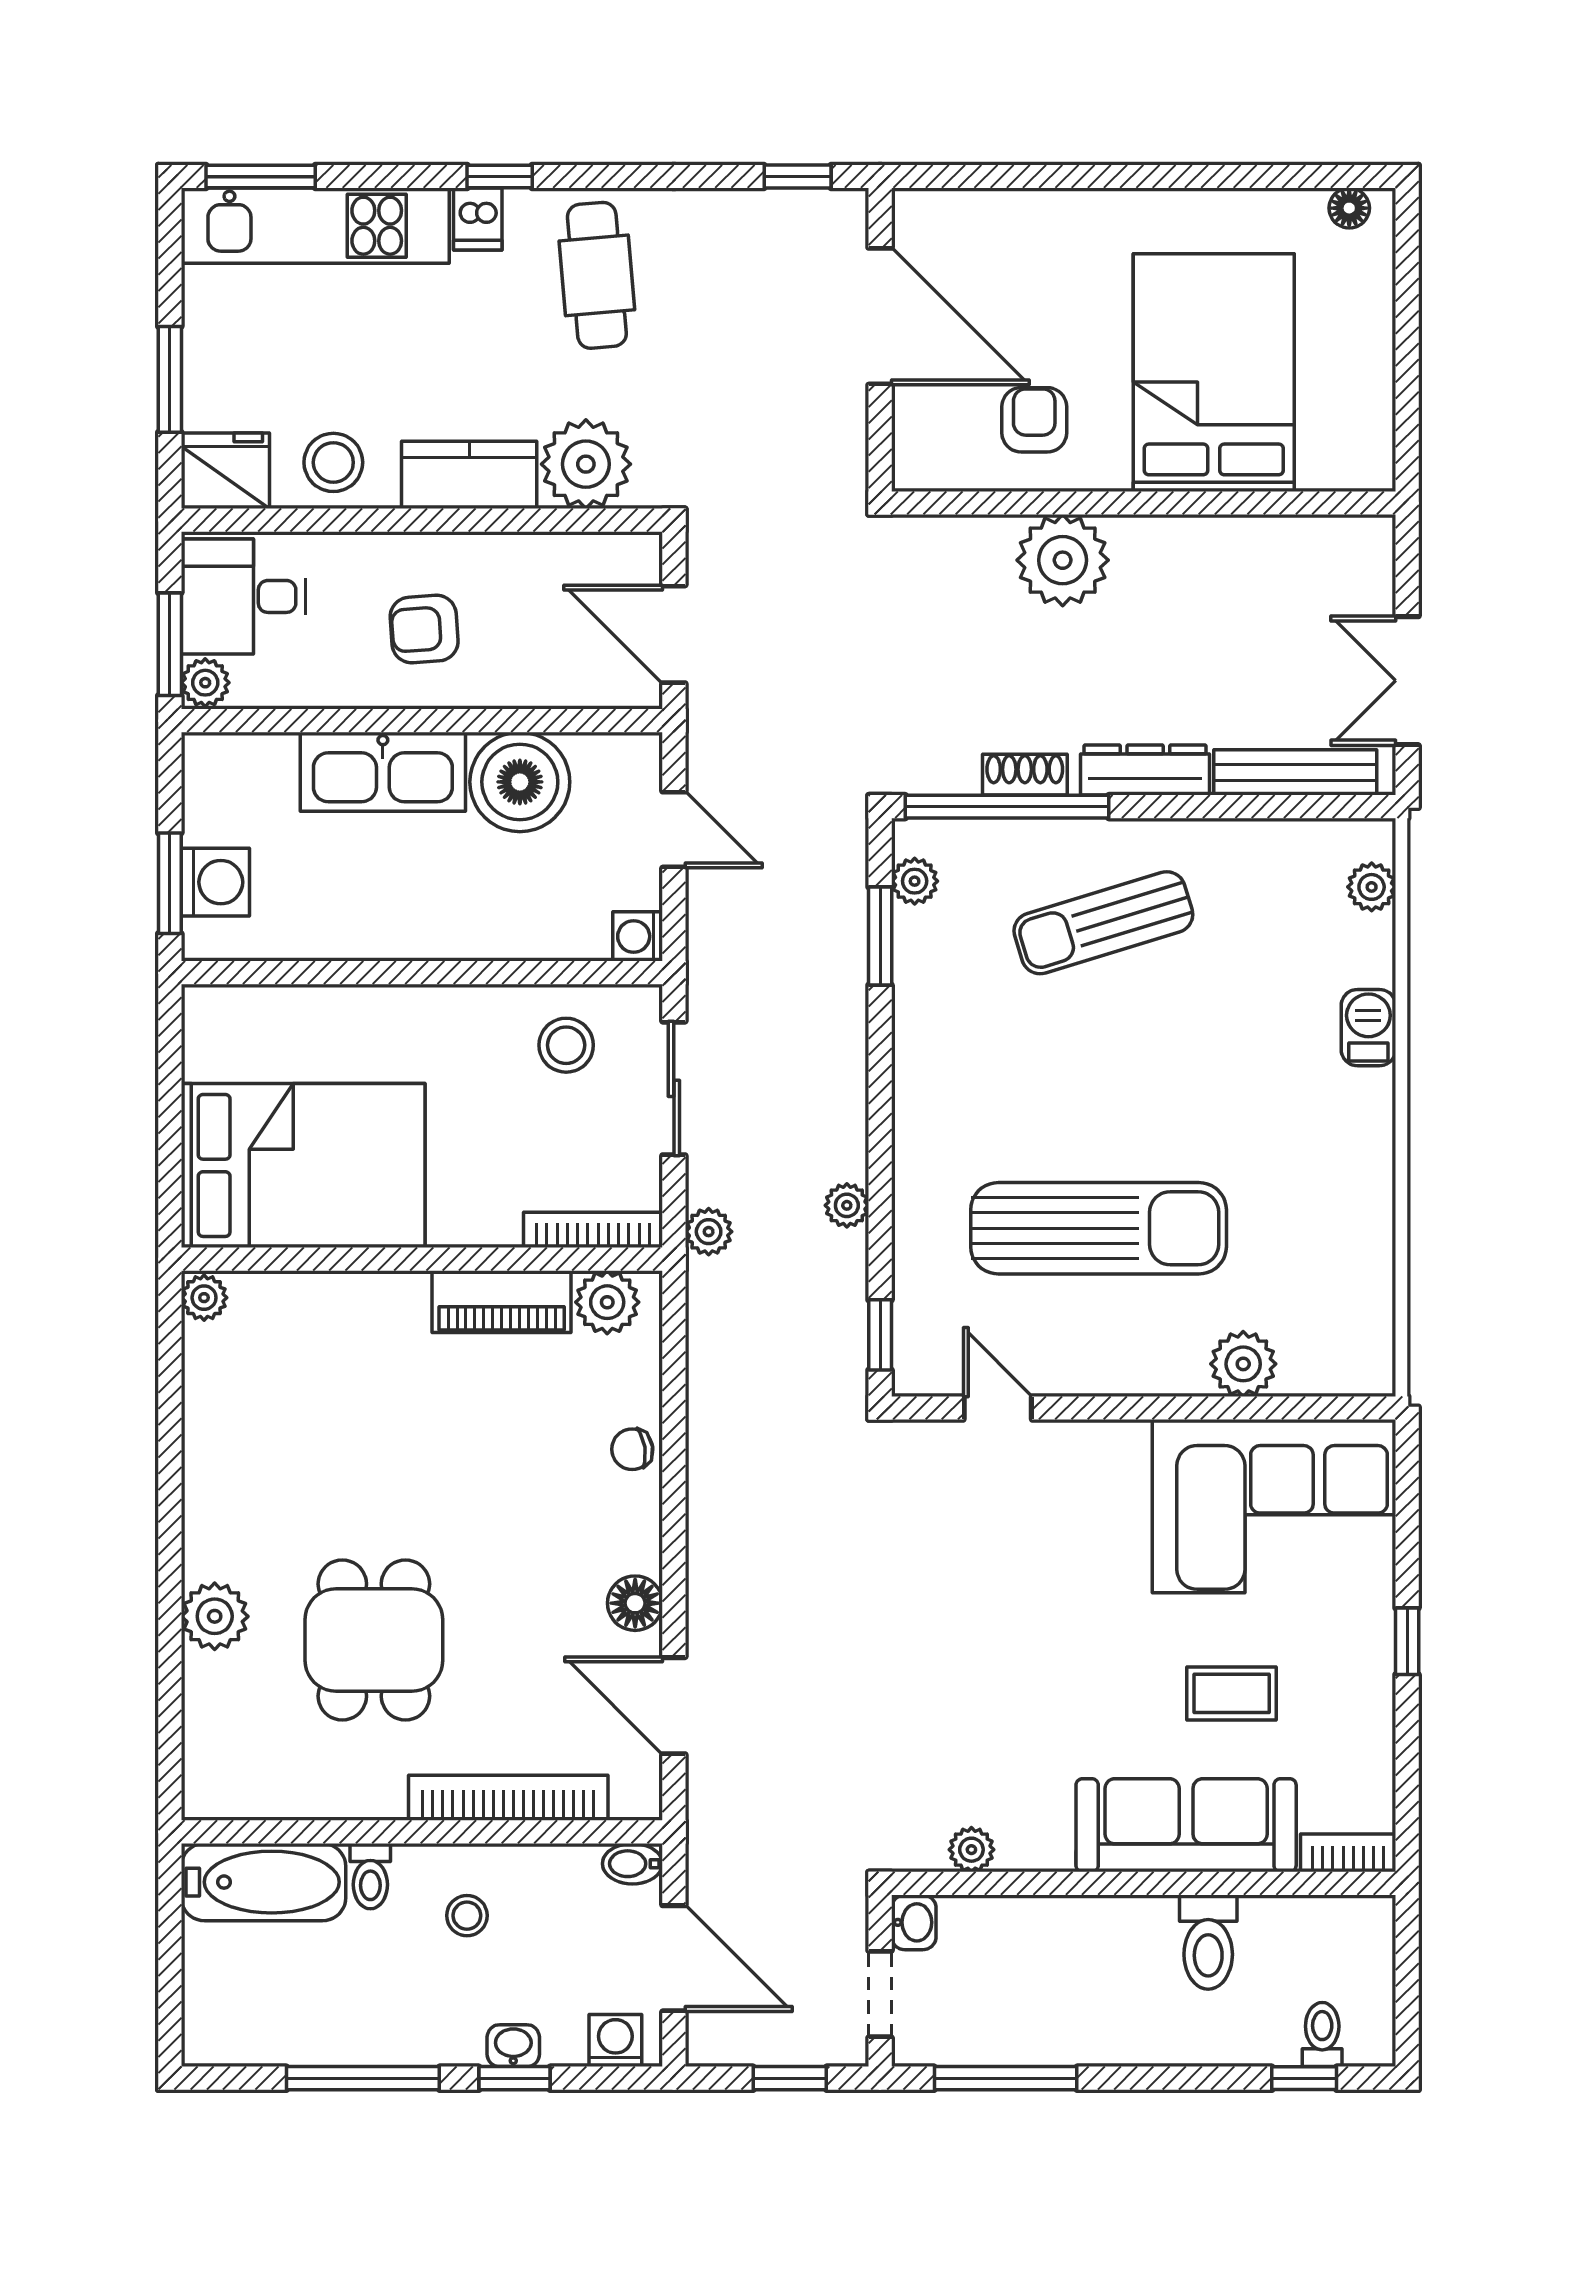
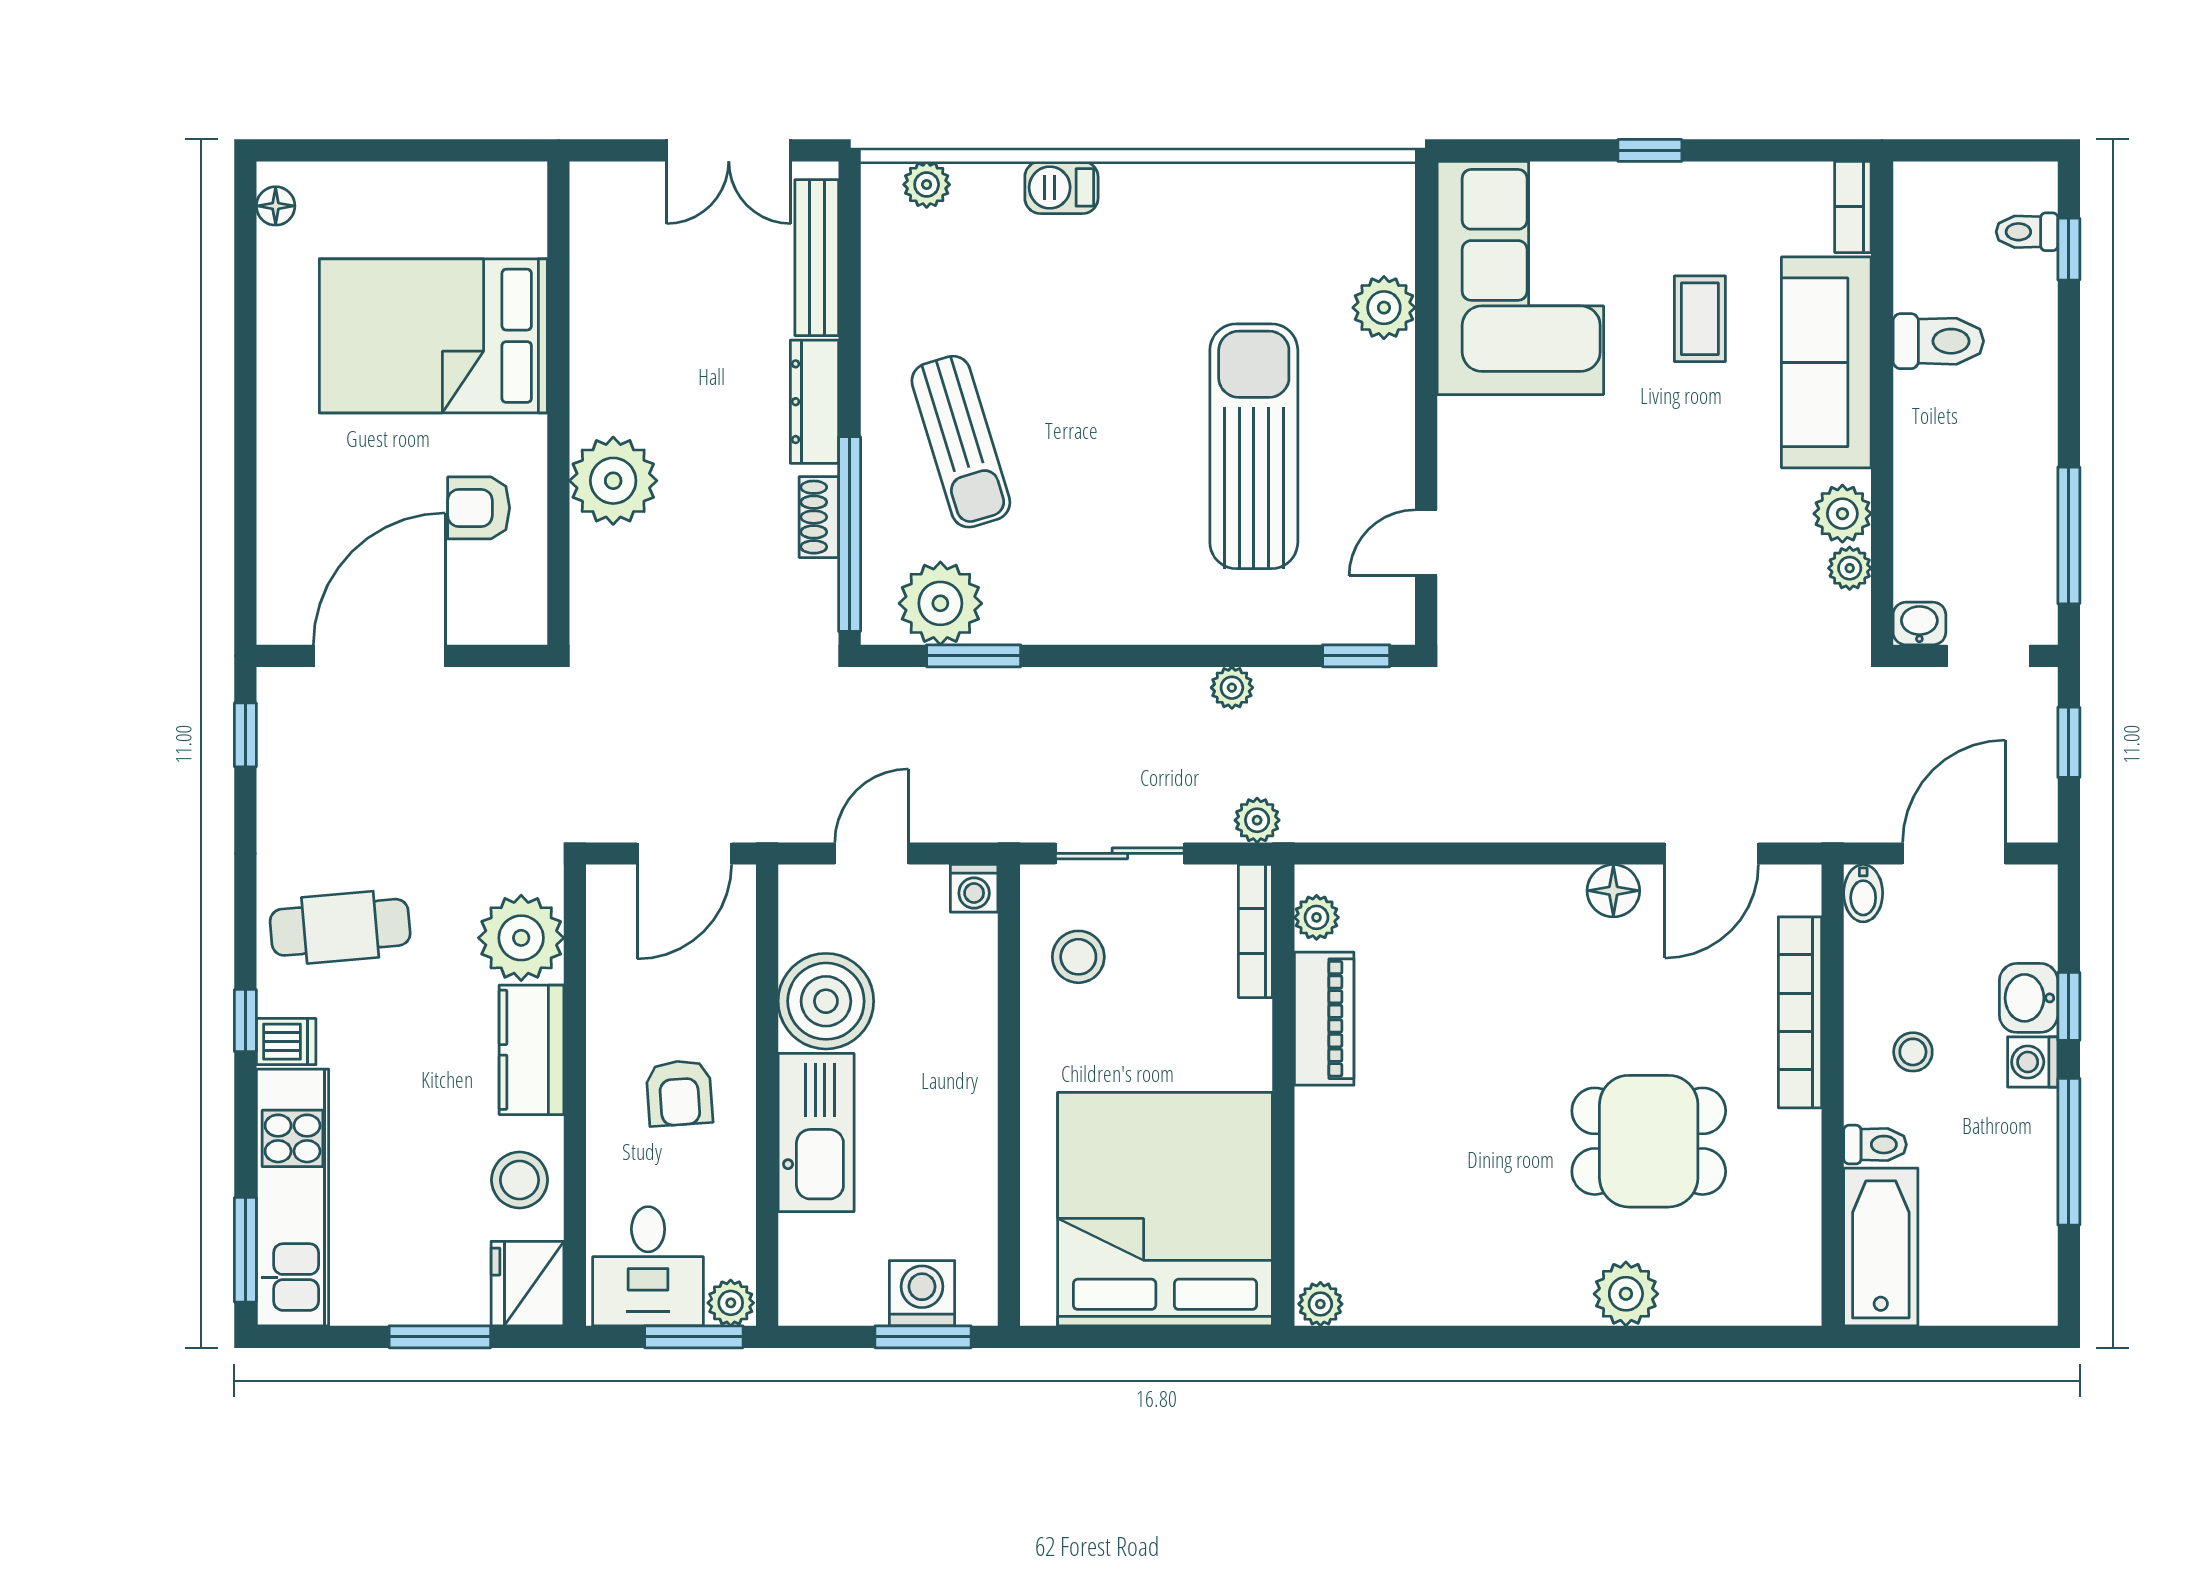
plant: (915, 881) -> (940, 603), width x1.87, depth x1.87
bed: (303, 1165) -> (1165, 1209), width x1.36
plant: (607, 1302) -> (1316, 917), width x0.73, depth x0.73
chair: (632, 1449) -> (1466, 893), removed
plant: (1028, 1842) -> (1842, 514), added
washing machine: (615, 2041) -> (2033, 1062), moved
washbasin: (513, 2046) -> (2029, 998), width x1.38, depth x1.45

